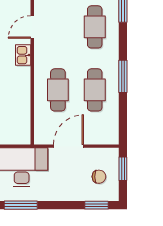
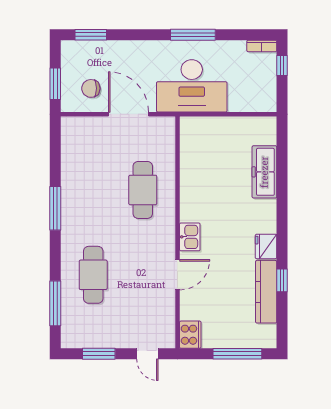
cafe table: (95, 90) -> (93, 190), removed
door: (68, 146) -> (129, 114), swing flipped
chair: (99, 177) -> (91, 88), moved

